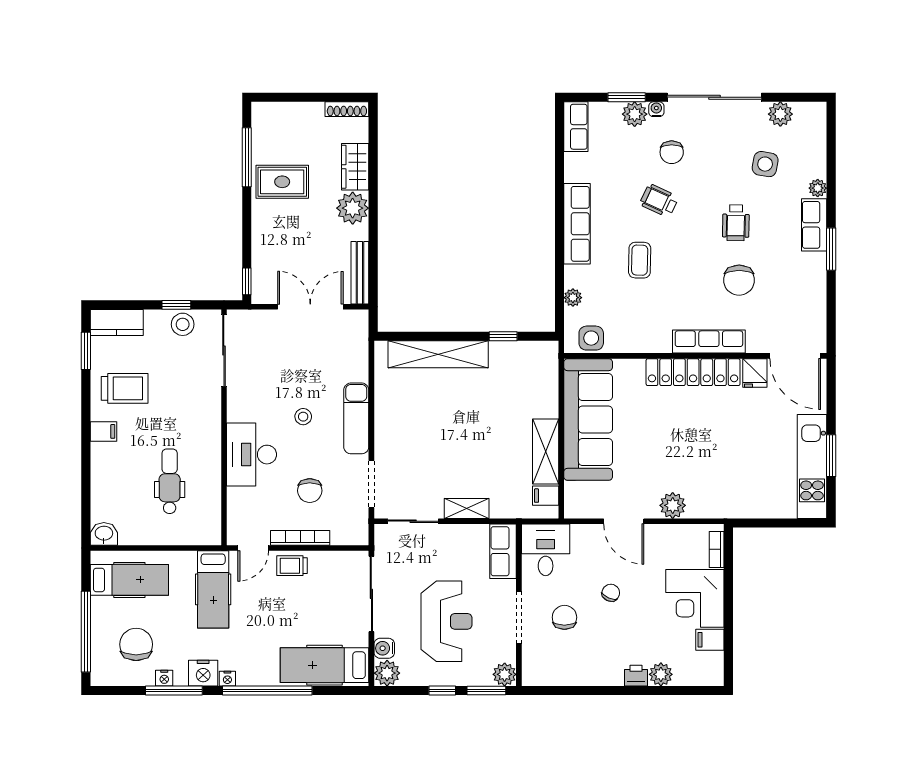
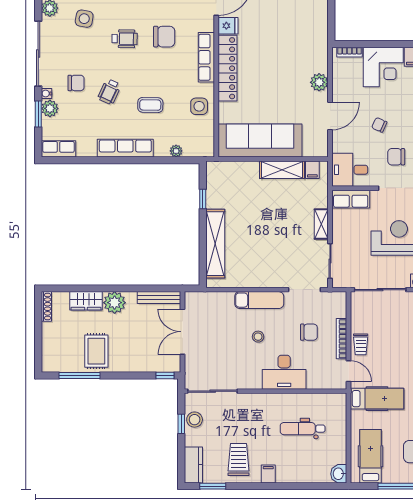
side table: (591, 338) -> (199, 106), moved

